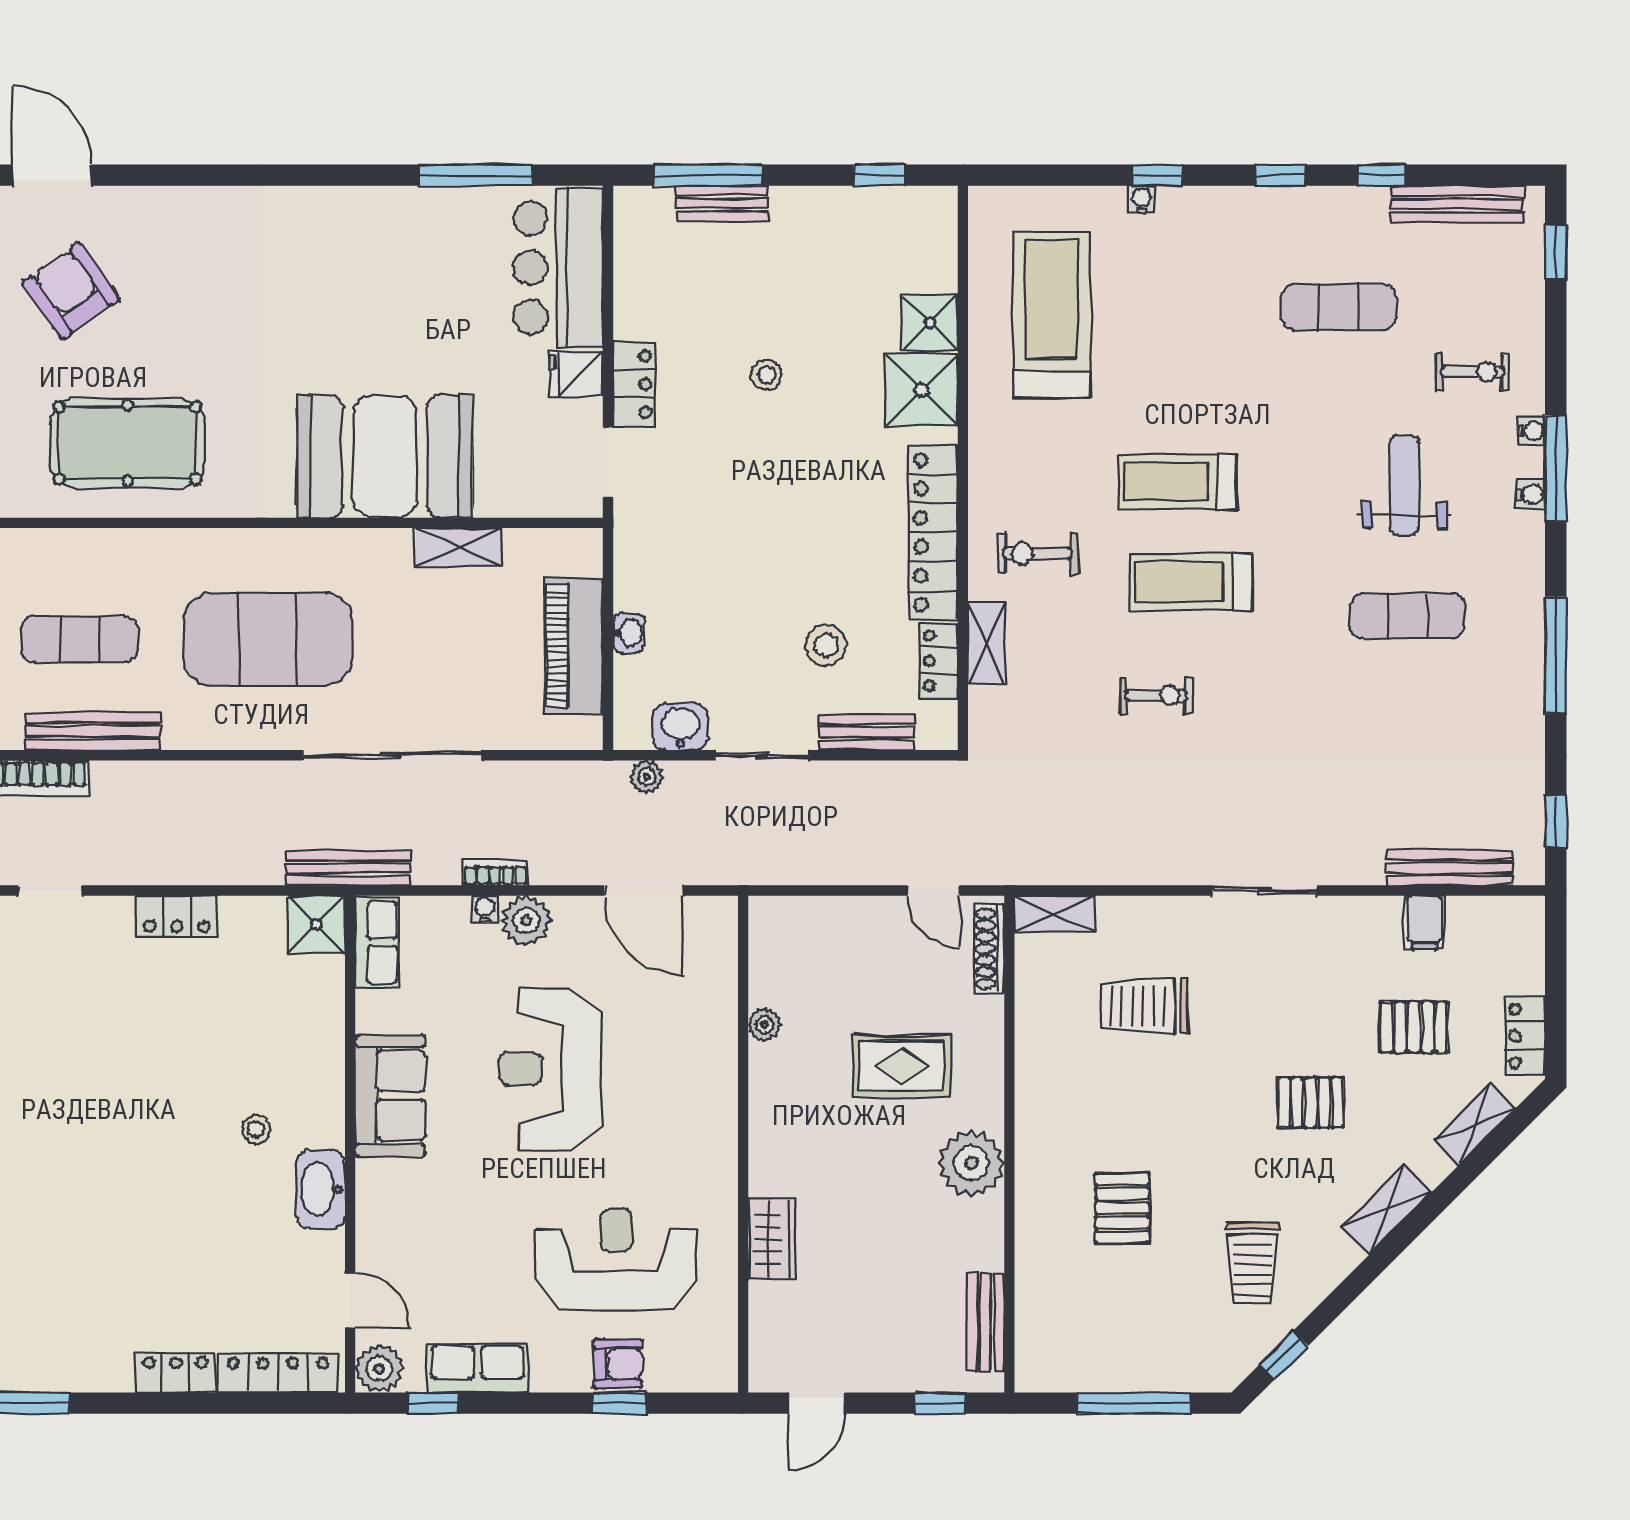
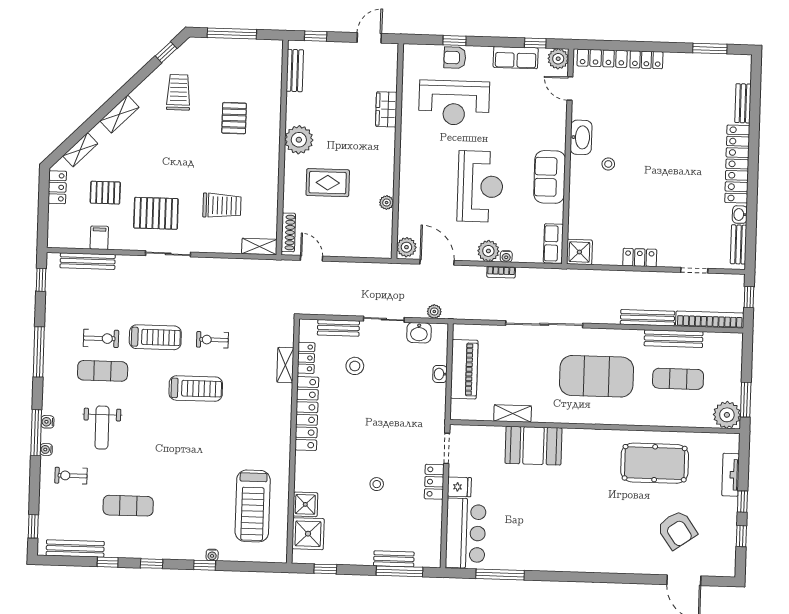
shower: (922, 390) -> (308, 534), moved
booth: (385, 456) -> (533, 446), width x0.73, depth x0.70
treadmill: (1177, 482) -> (155, 337), moved
exercise bike: (1038, 553) -> (101, 338), moved
bench: (348, 868) -> (648, 318), moved
plant: (715, 923) -> (406, 247), added
pallet: (1311, 1102) -> (156, 213), moved, width x1.50, depth x1.42

